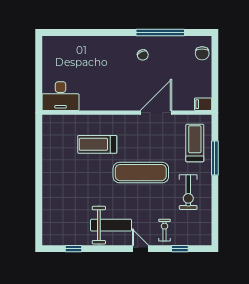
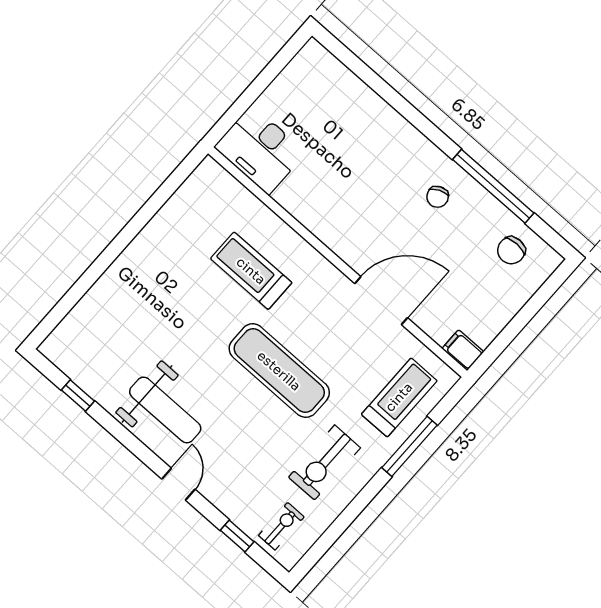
chair: (202, 53) -> (511, 250), moved
exercise bike: (165, 230) -> (281, 526), moved

